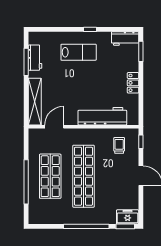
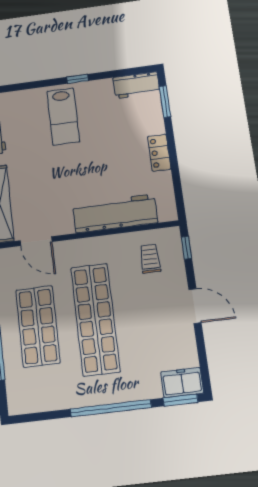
lab bench: (79, 52) -> (63, 116), turned 90
door: (54, 127) -> (36, 241), swing flipped

